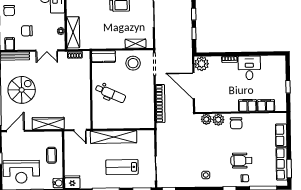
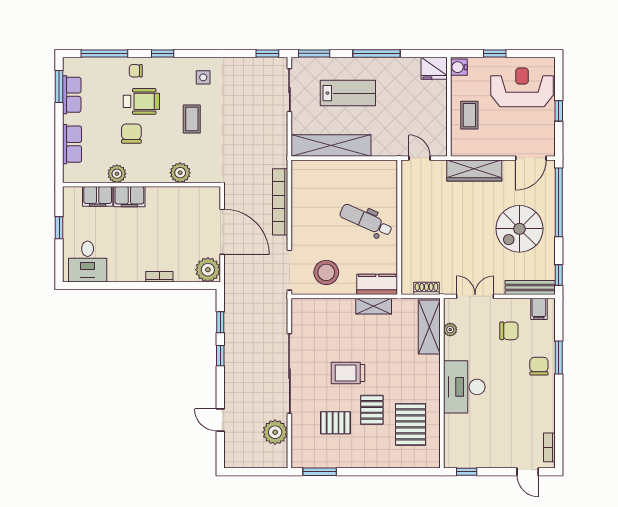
shelving: (136, 44) -> (374, 306), moved
desk: (249, 68) -> (88, 262), moved
plant: (206, 119) -> (117, 174), moved
chair: (236, 123) -> (131, 134), moved
shelving: (114, 137) -> (331, 145), moved
coffee table: (212, 151) -> (192, 119), added
row of seats: (282, 164) -> (72, 95), width x0.68

